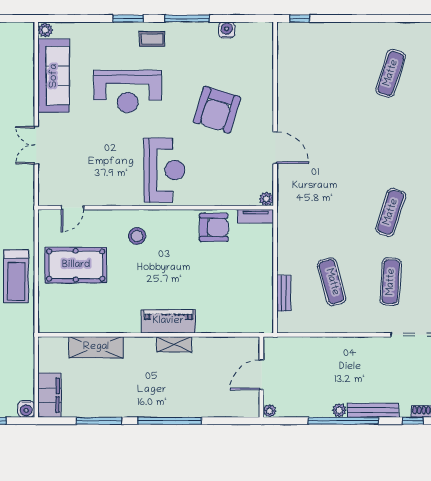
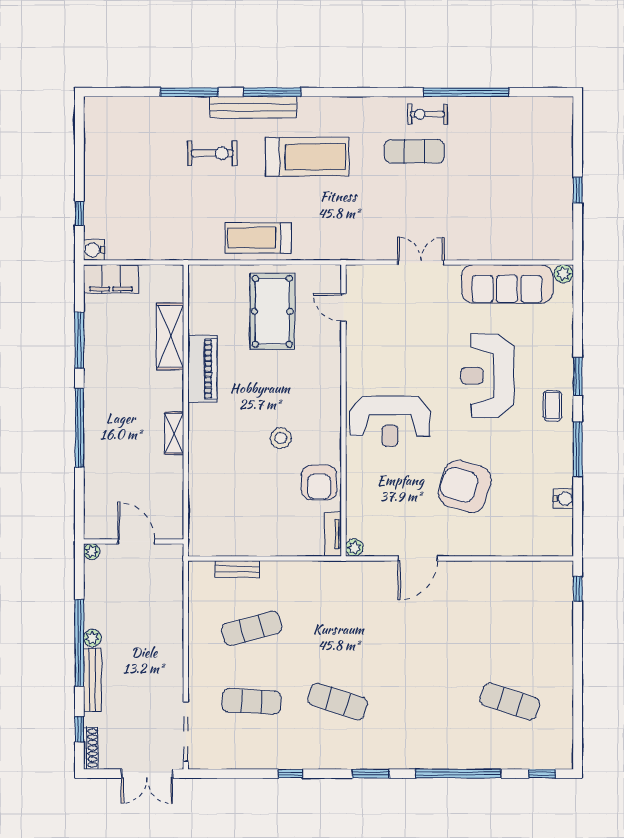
stool: (137, 236) -> (281, 438), moved
piano: (168, 321) -> (203, 369), moved

